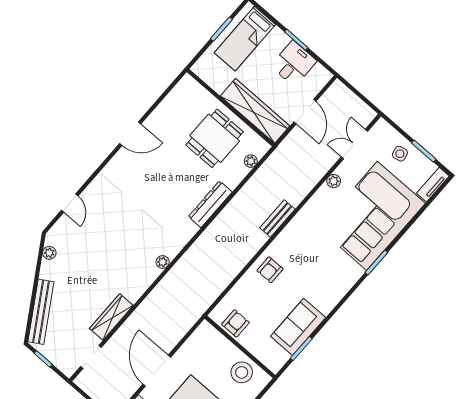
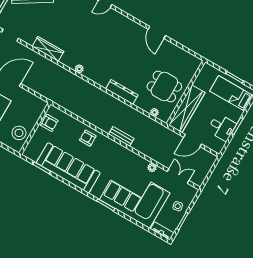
wardrobe: (111, 317) -> (48, 49), moved
sofa: (298, 327) -> (68, 168), width x1.85, depth x1.27

